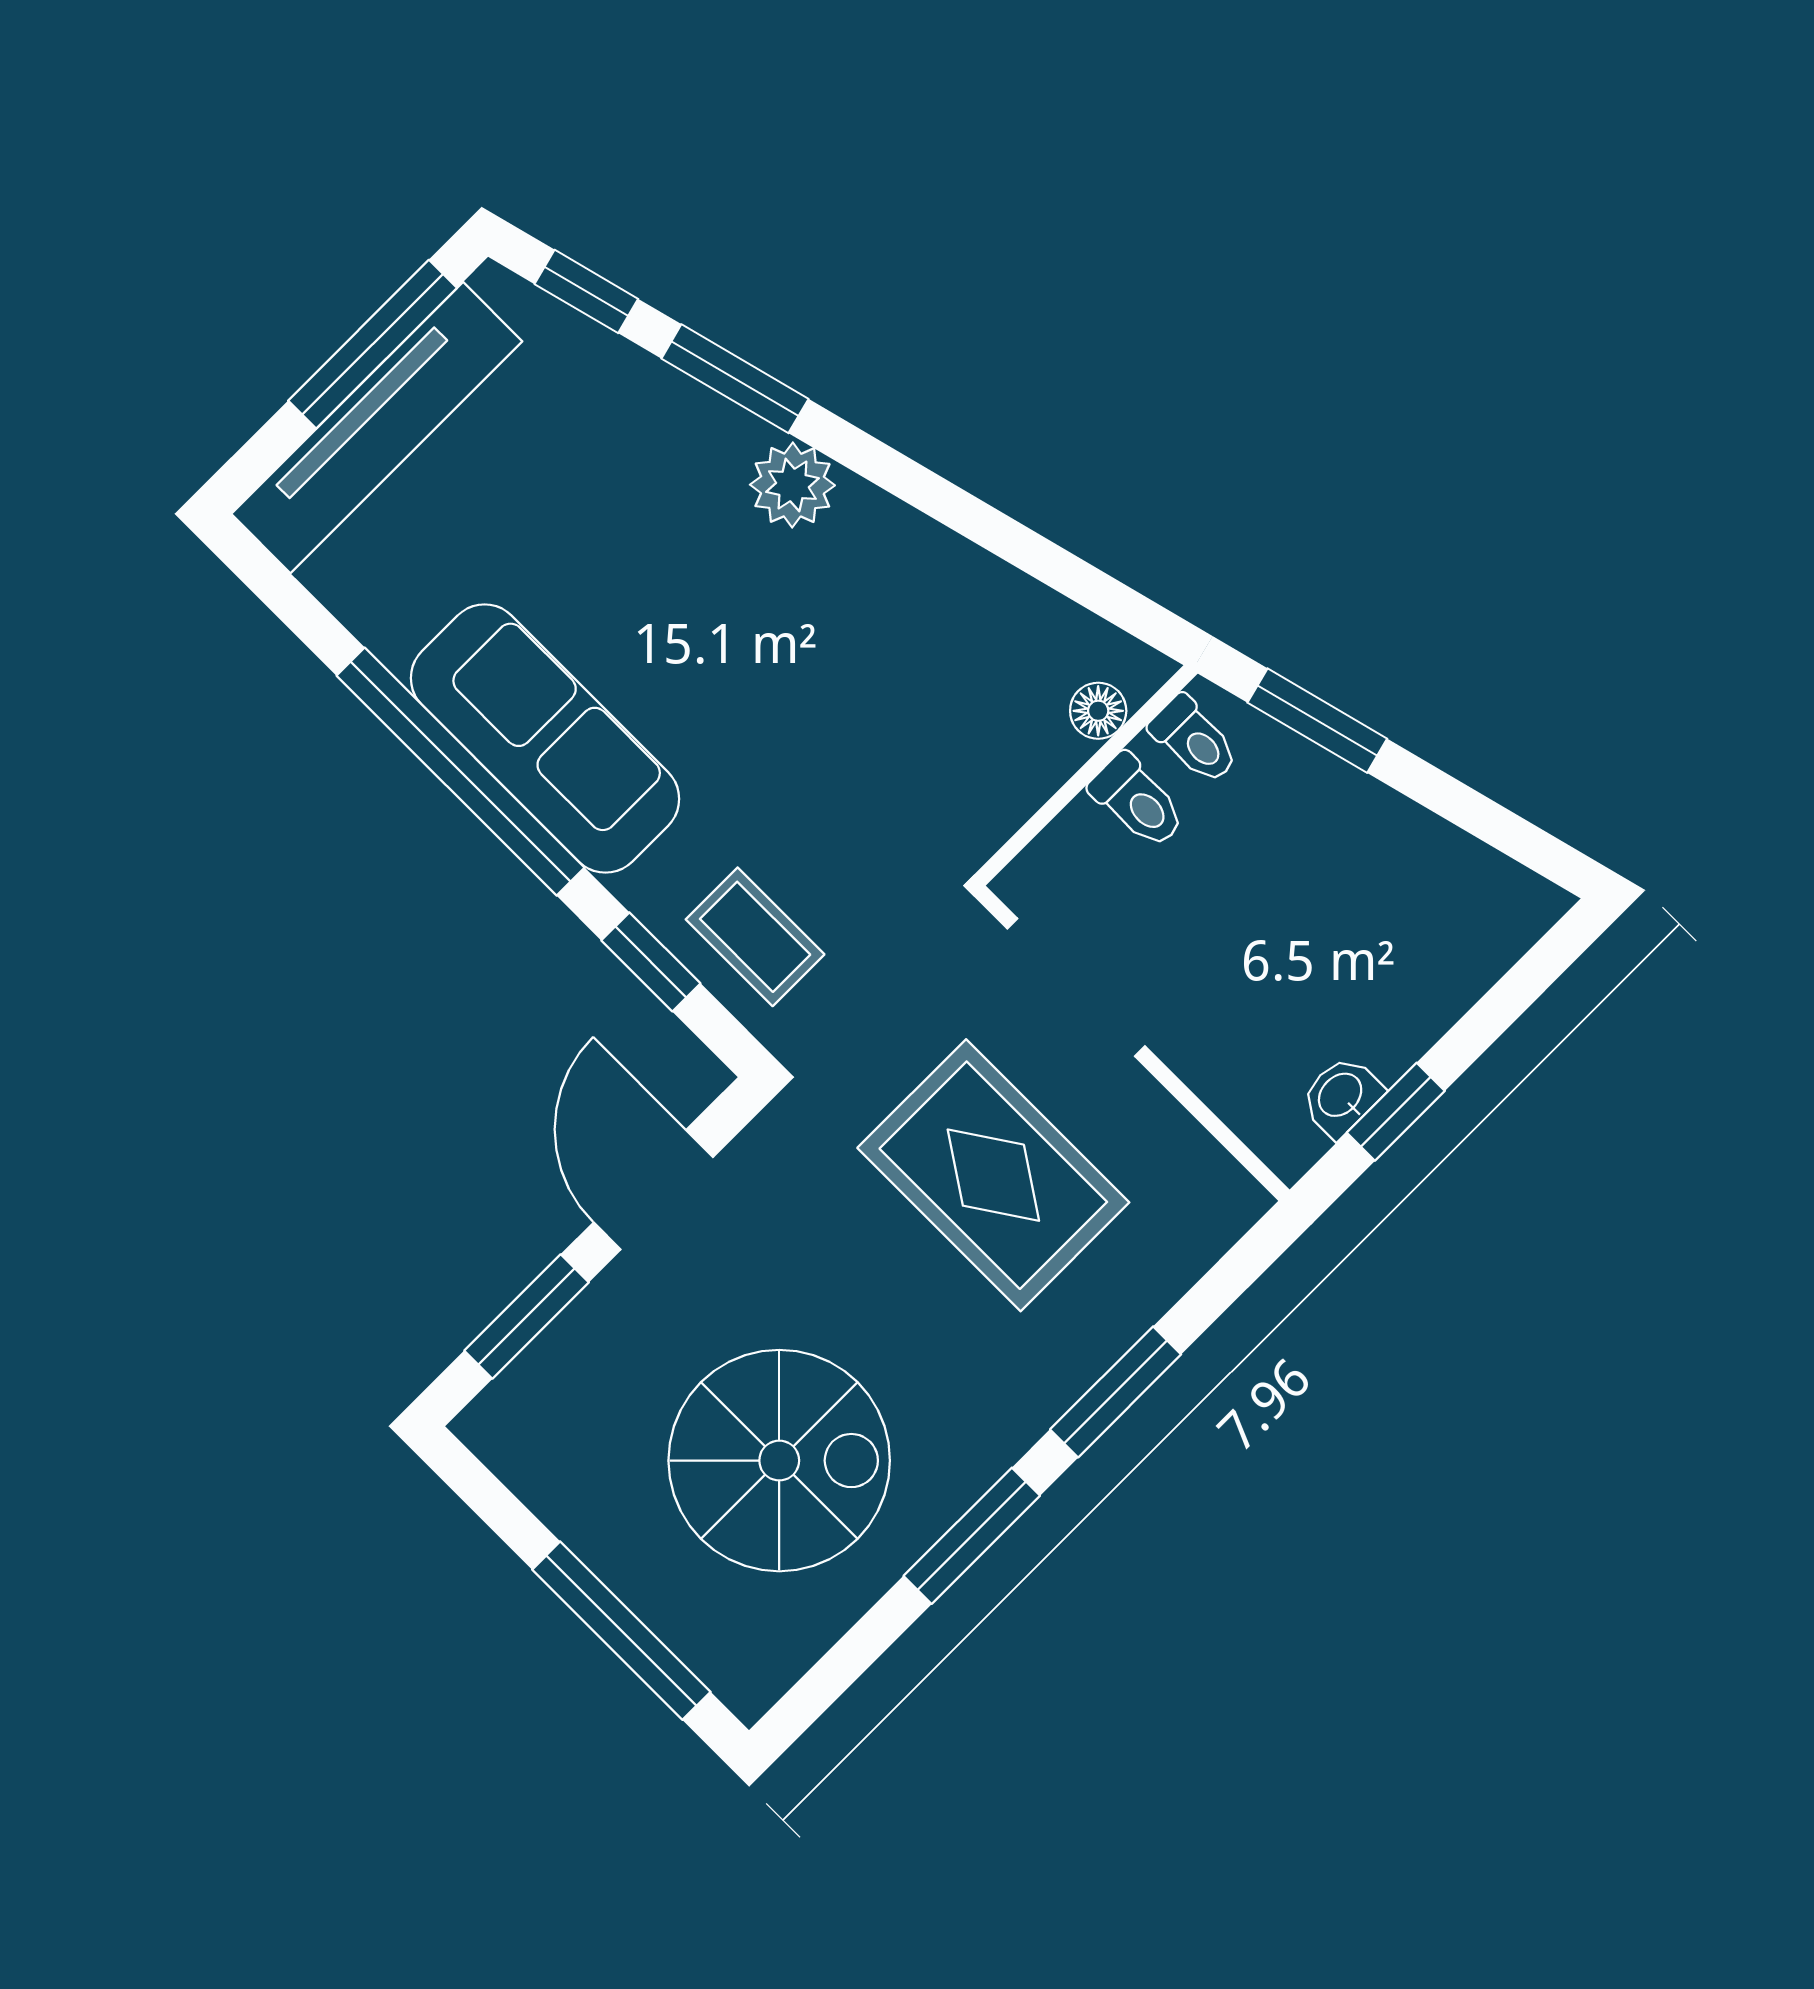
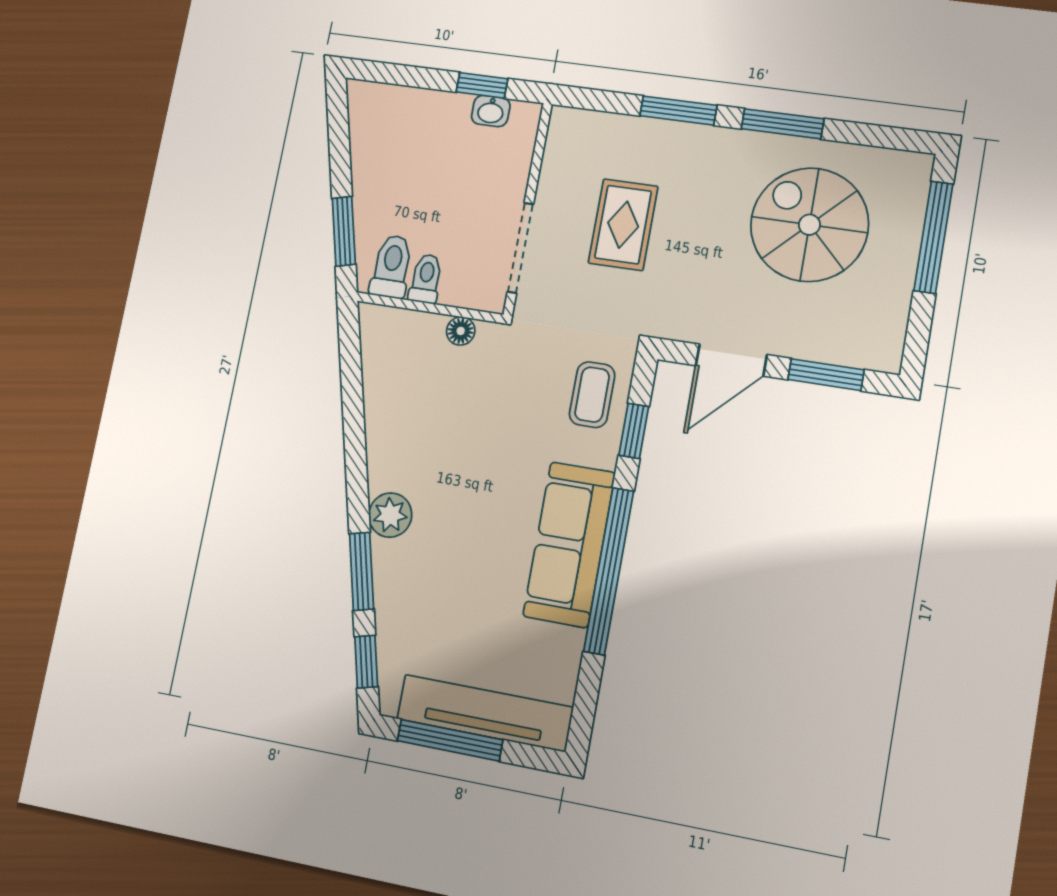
floor lamp: (1098, 711) -> (461, 331), moved
toilet: (1194, 740) -> (392, 267), width x1.37, depth x1.39
rug: (993, 1175) -> (623, 225), width x0.73, depth x0.70

